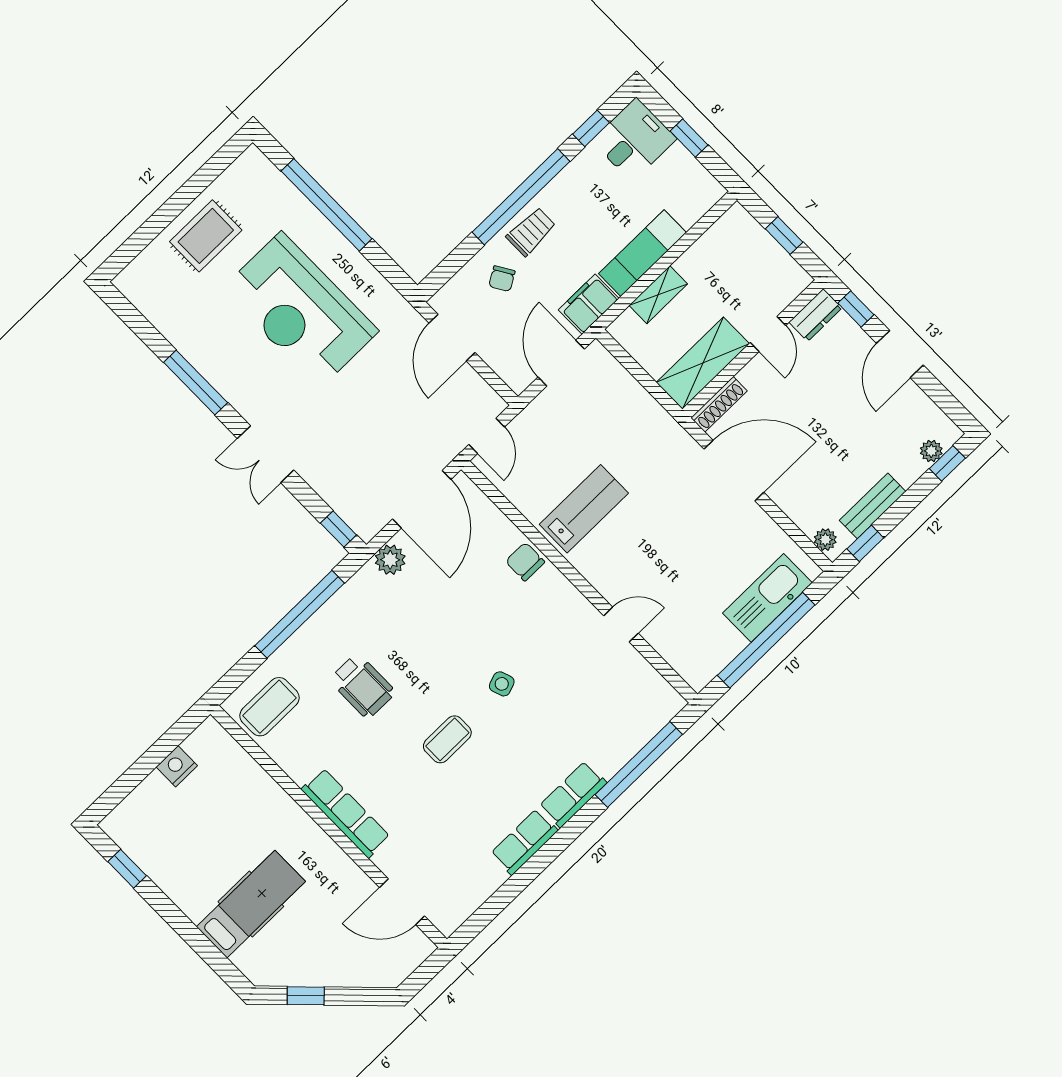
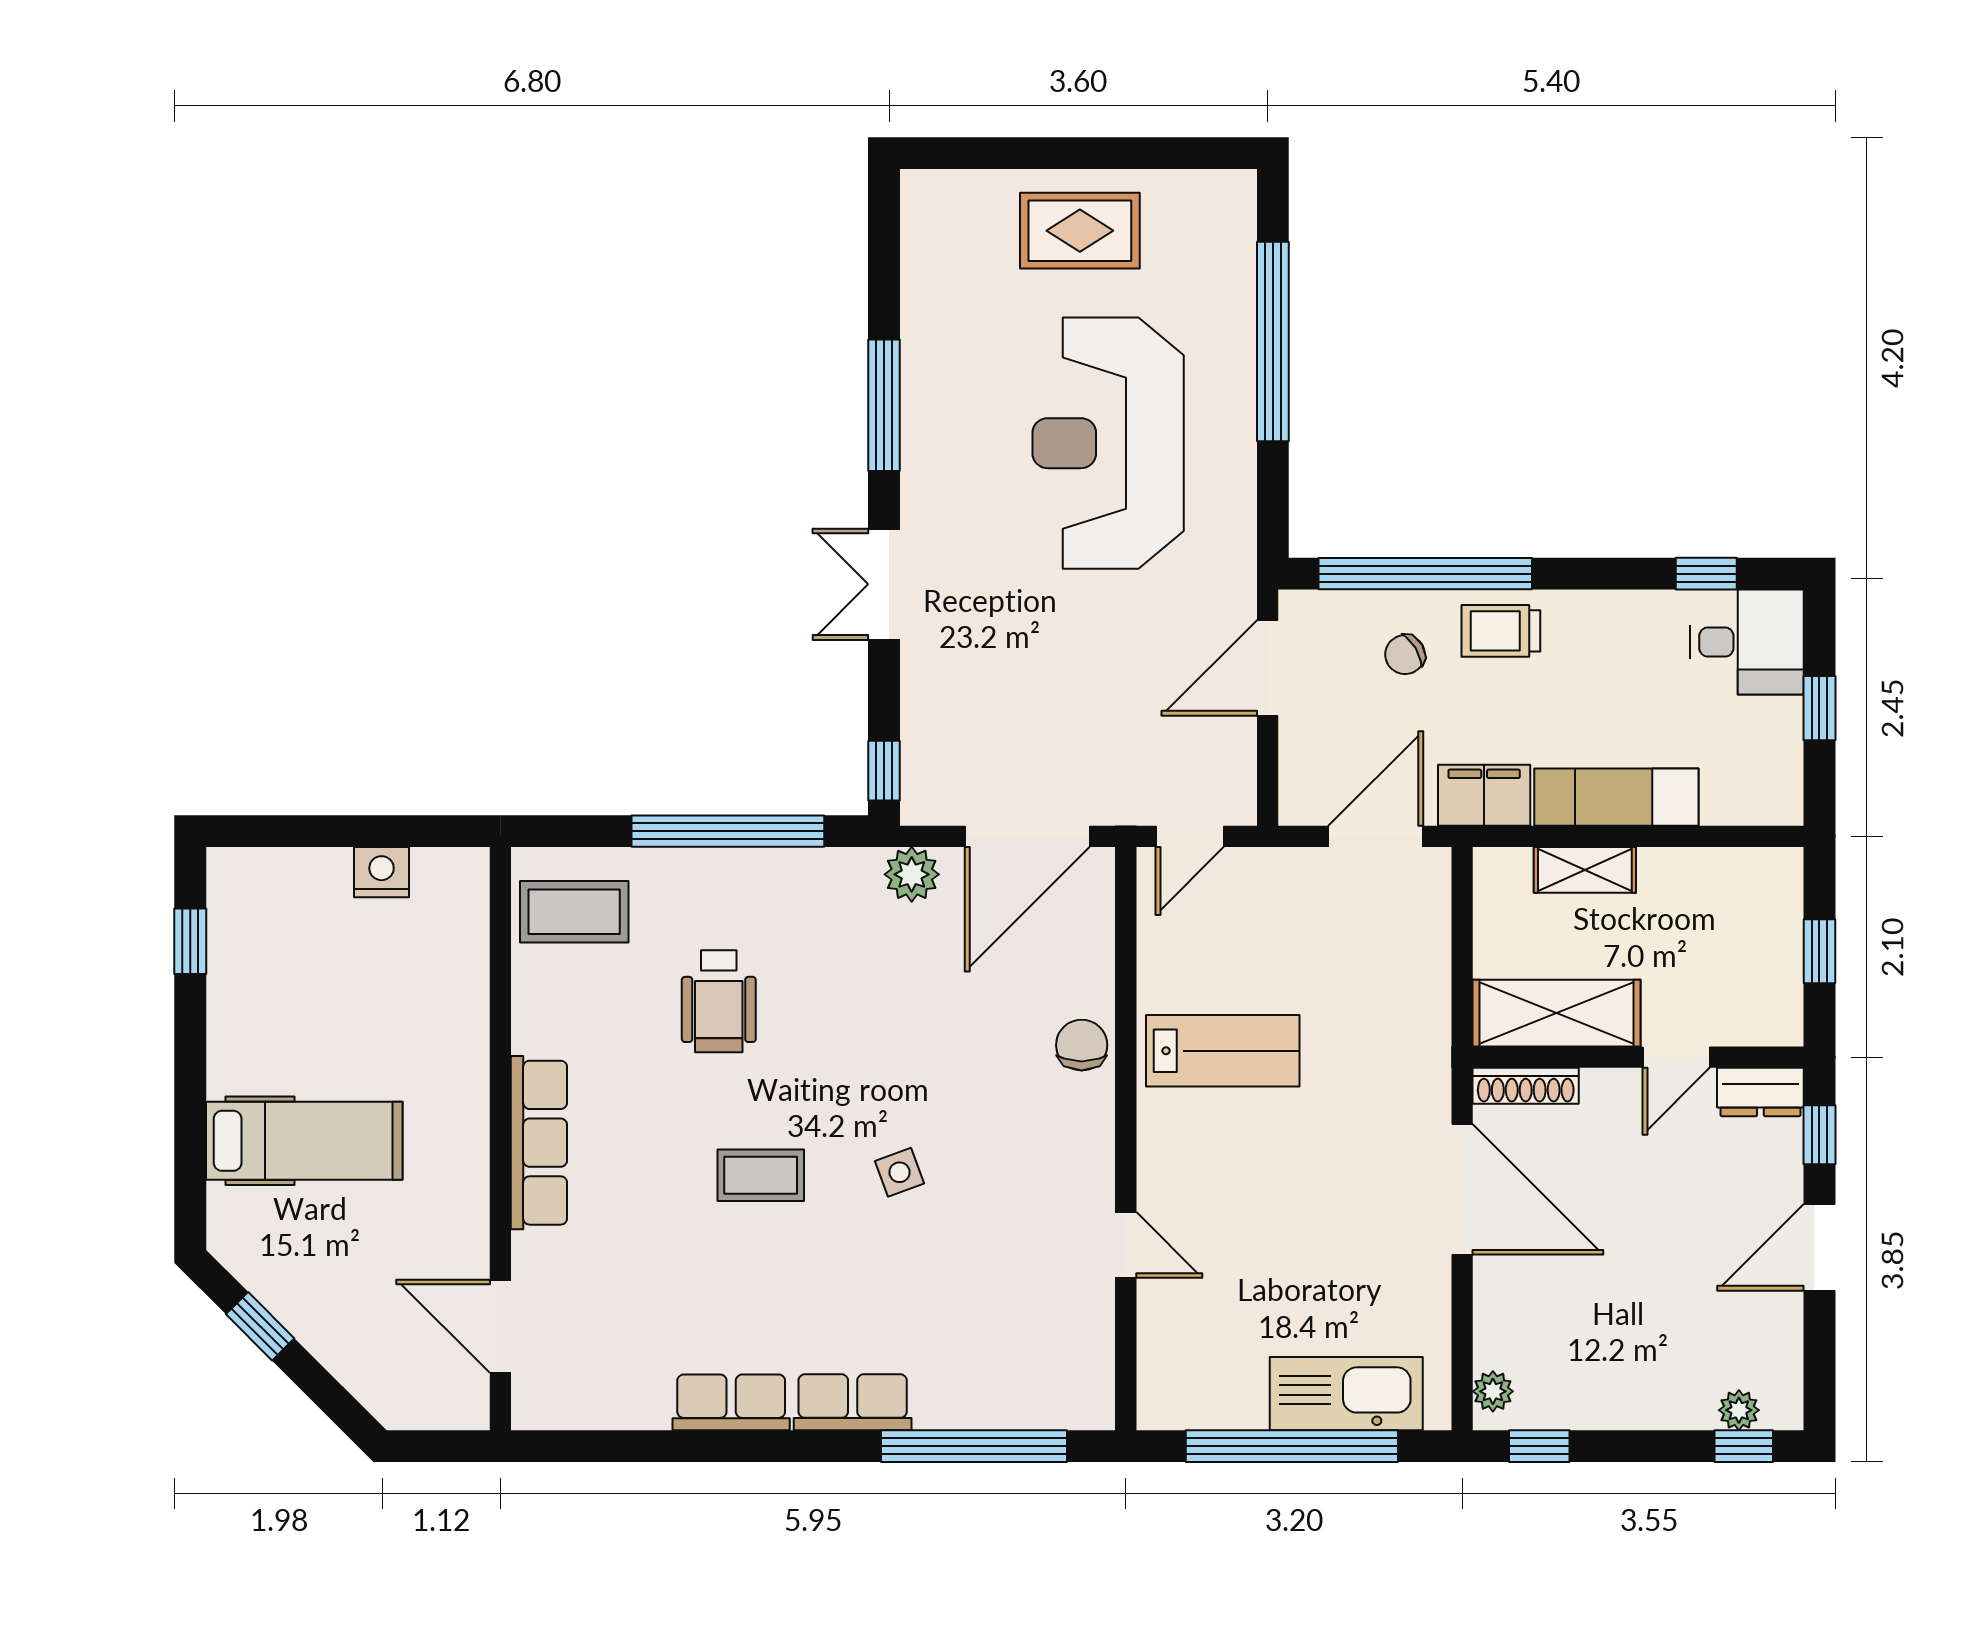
window: (521, 197) -> (1425, 574), moved
trolley: (531, 232) -> (1501, 631), turned 180
bench: (873, 506) -> (1595, 1407), removed

